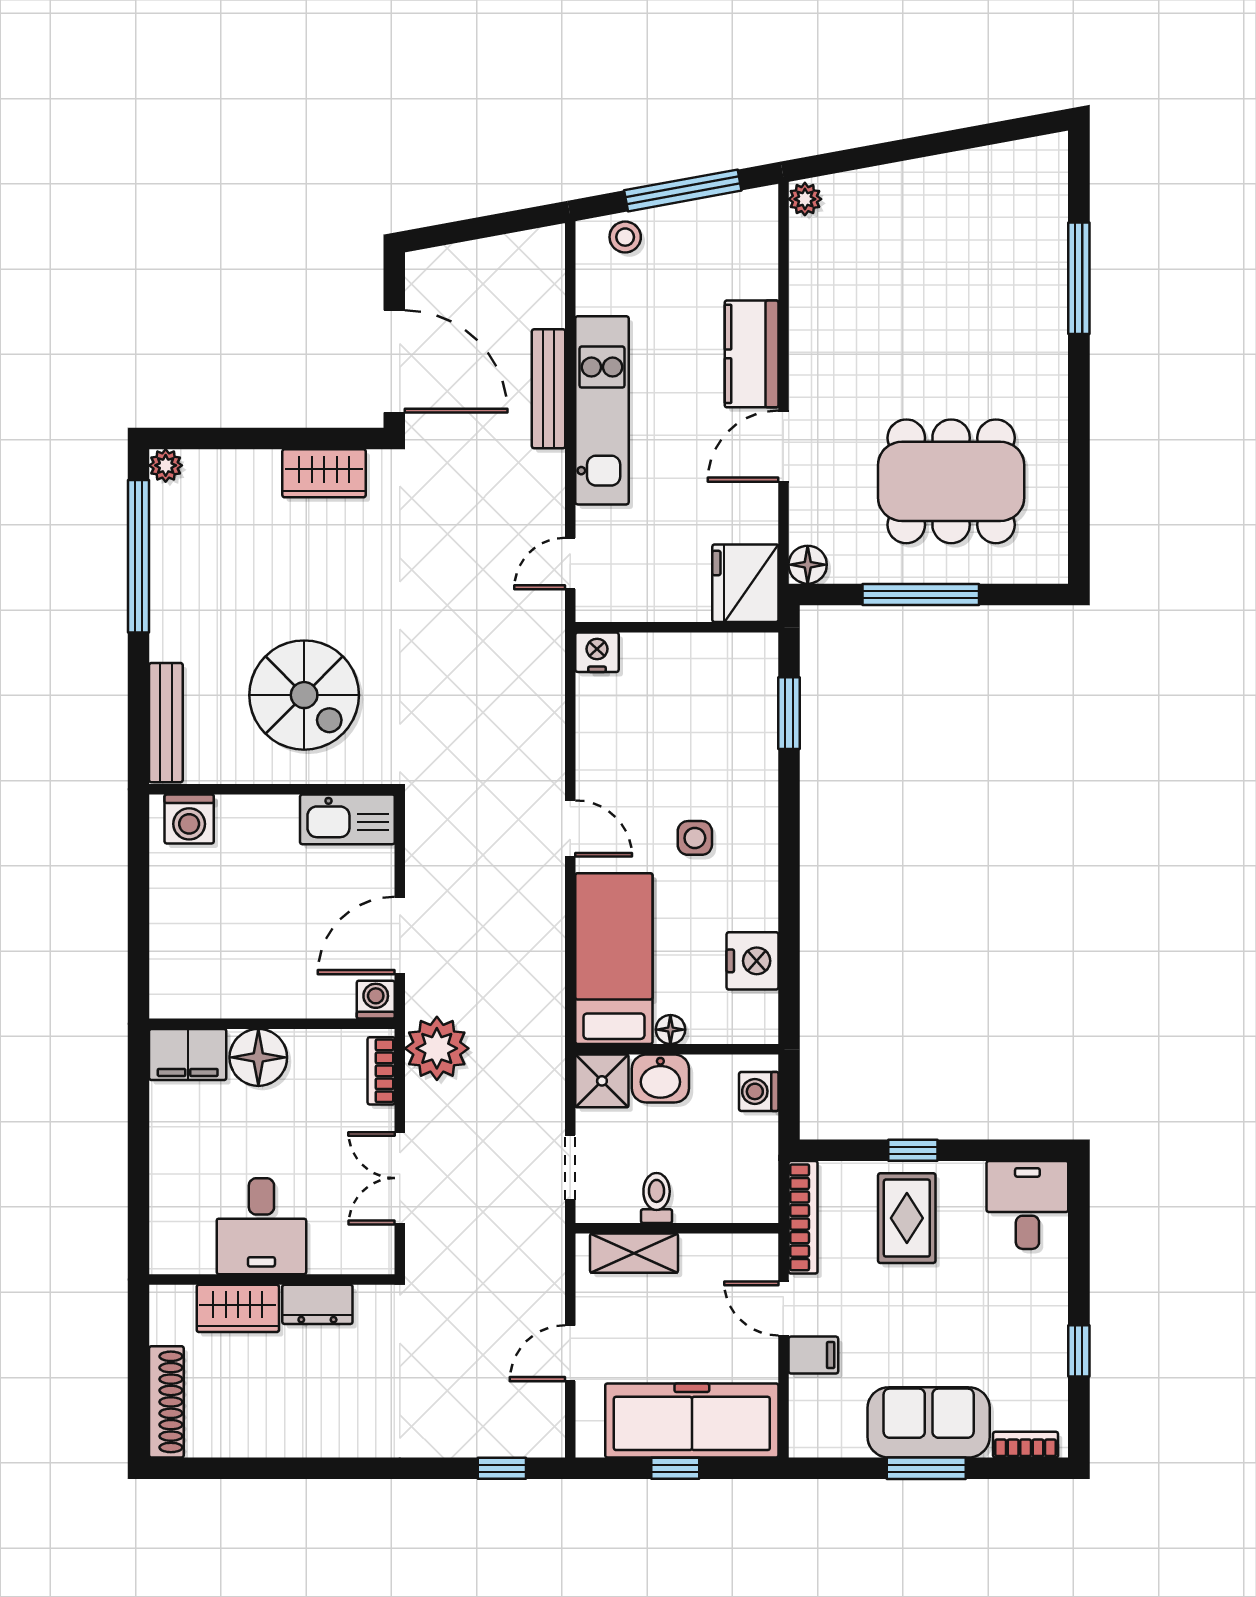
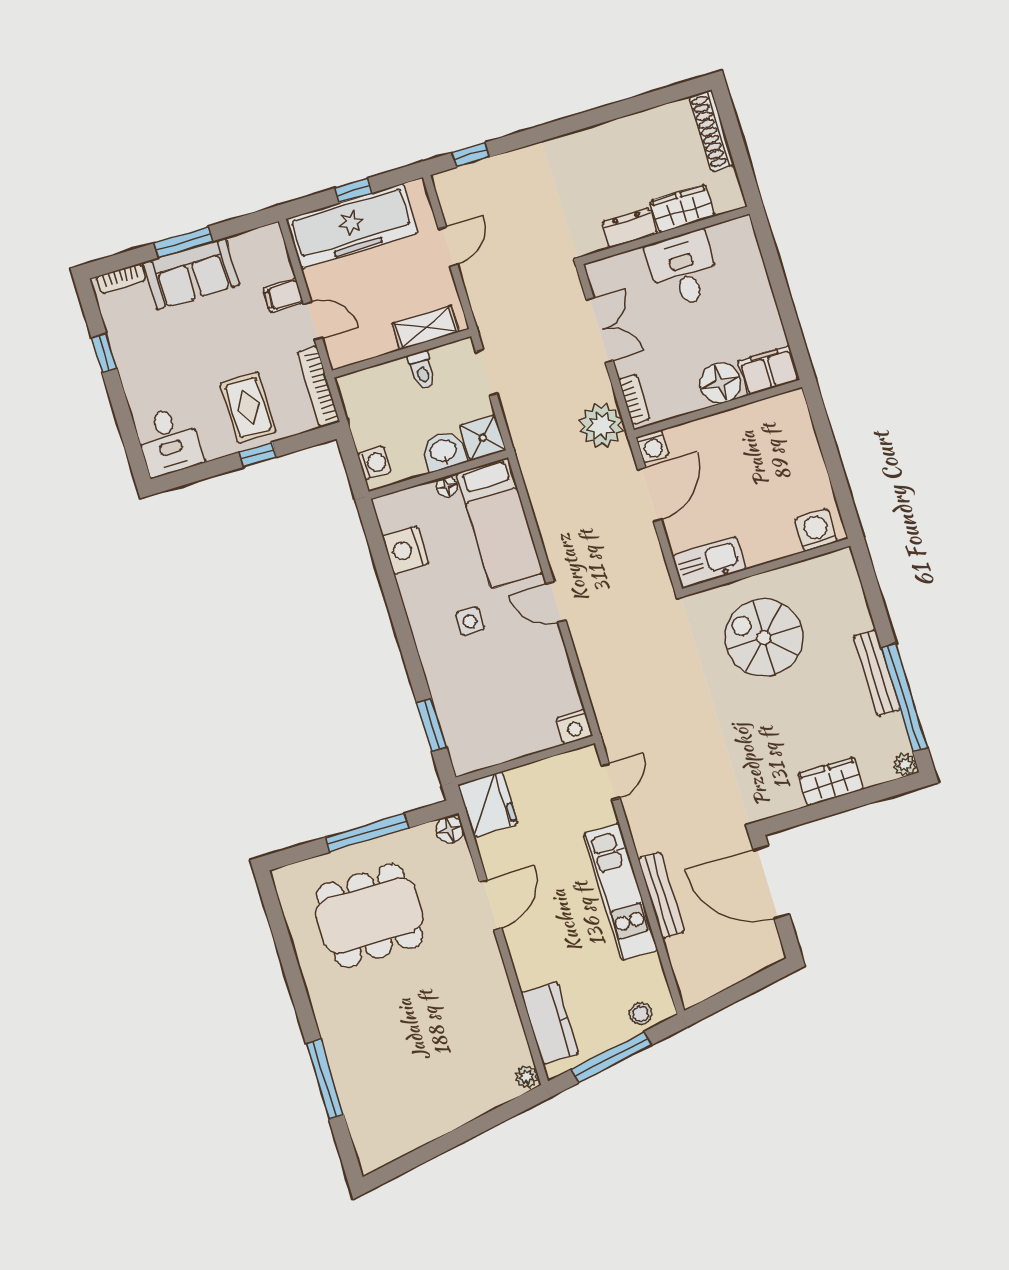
kitchen counter: (752, 354) -> (550, 1023), moved
wardrobe: (324, 473) -> (831, 781), moved
bench: (166, 723) -> (877, 673), moved

